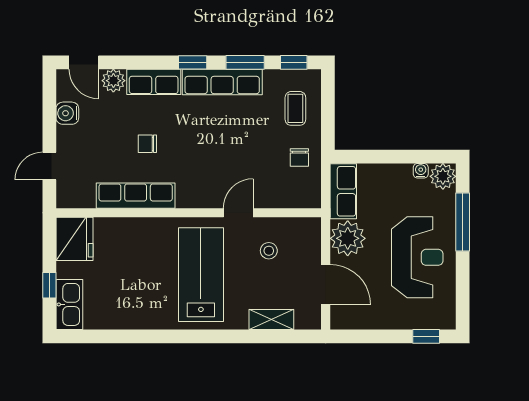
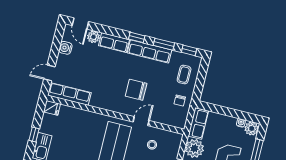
chair: (147, 144) -> (136, 90), moved, width x1.87, depth x1.87
row of seats: (136, 196) -> (69, 94), moved
fridge: (74, 239) -> (52, 108), width x0.53, depth x0.75

